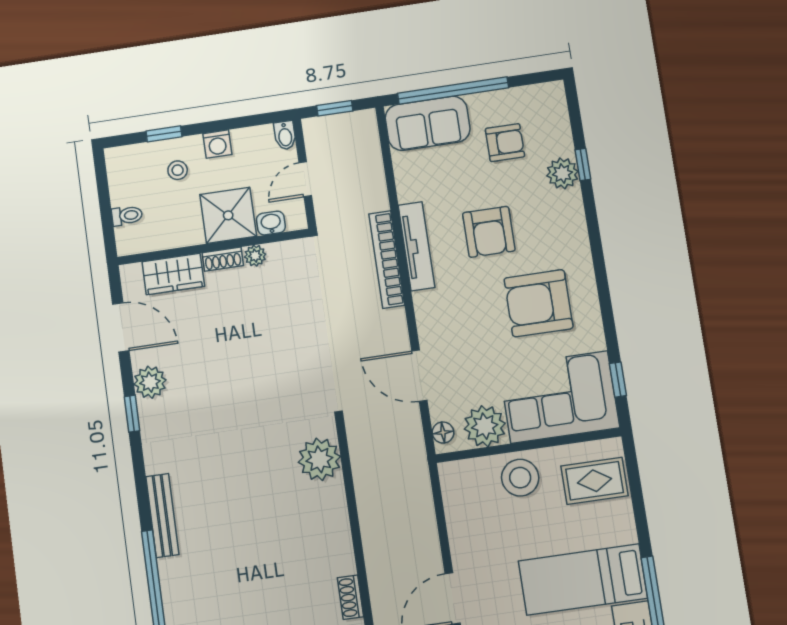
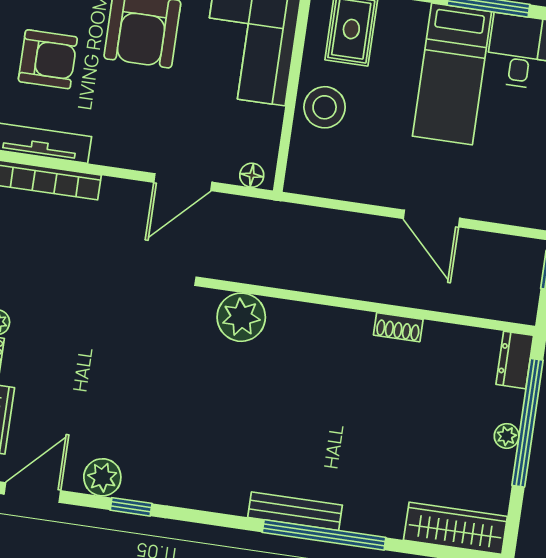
plant: (485, 426) -> (258, 128), removed
bench: (162, 516) -> (295, 511), moved

